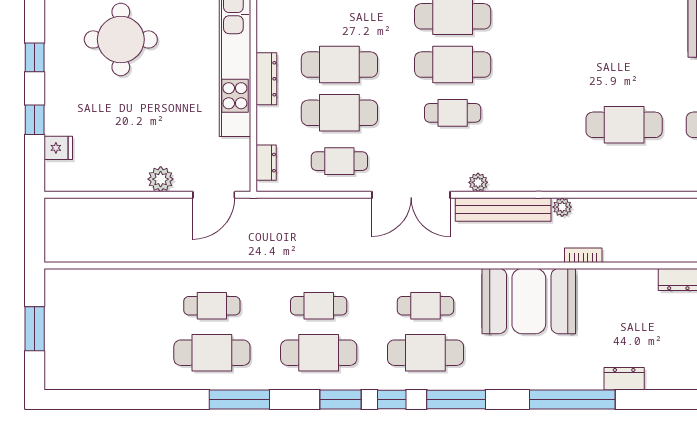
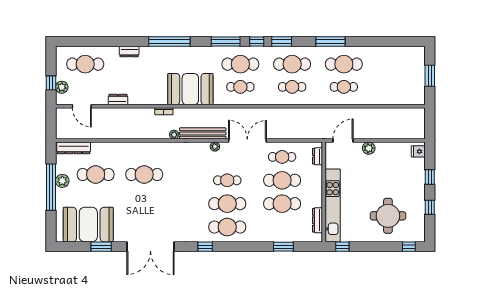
dresser: (266, 79) -> (317, 220), moved
fridge: (58, 148) -> (418, 151), moved
dresser: (624, 379) -> (129, 52), moved

